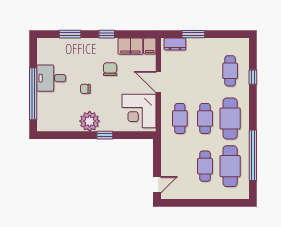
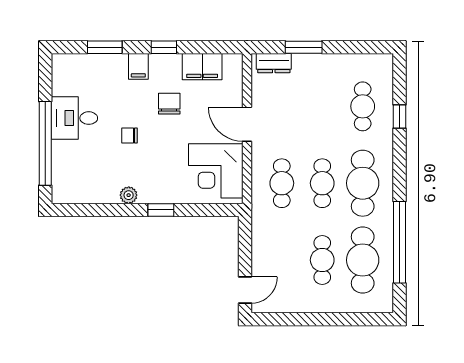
filing cabinet: (150, 46) -> (138, 66), moved
plant: (90, 121) -> (129, 195), width x0.53, depth x0.53

